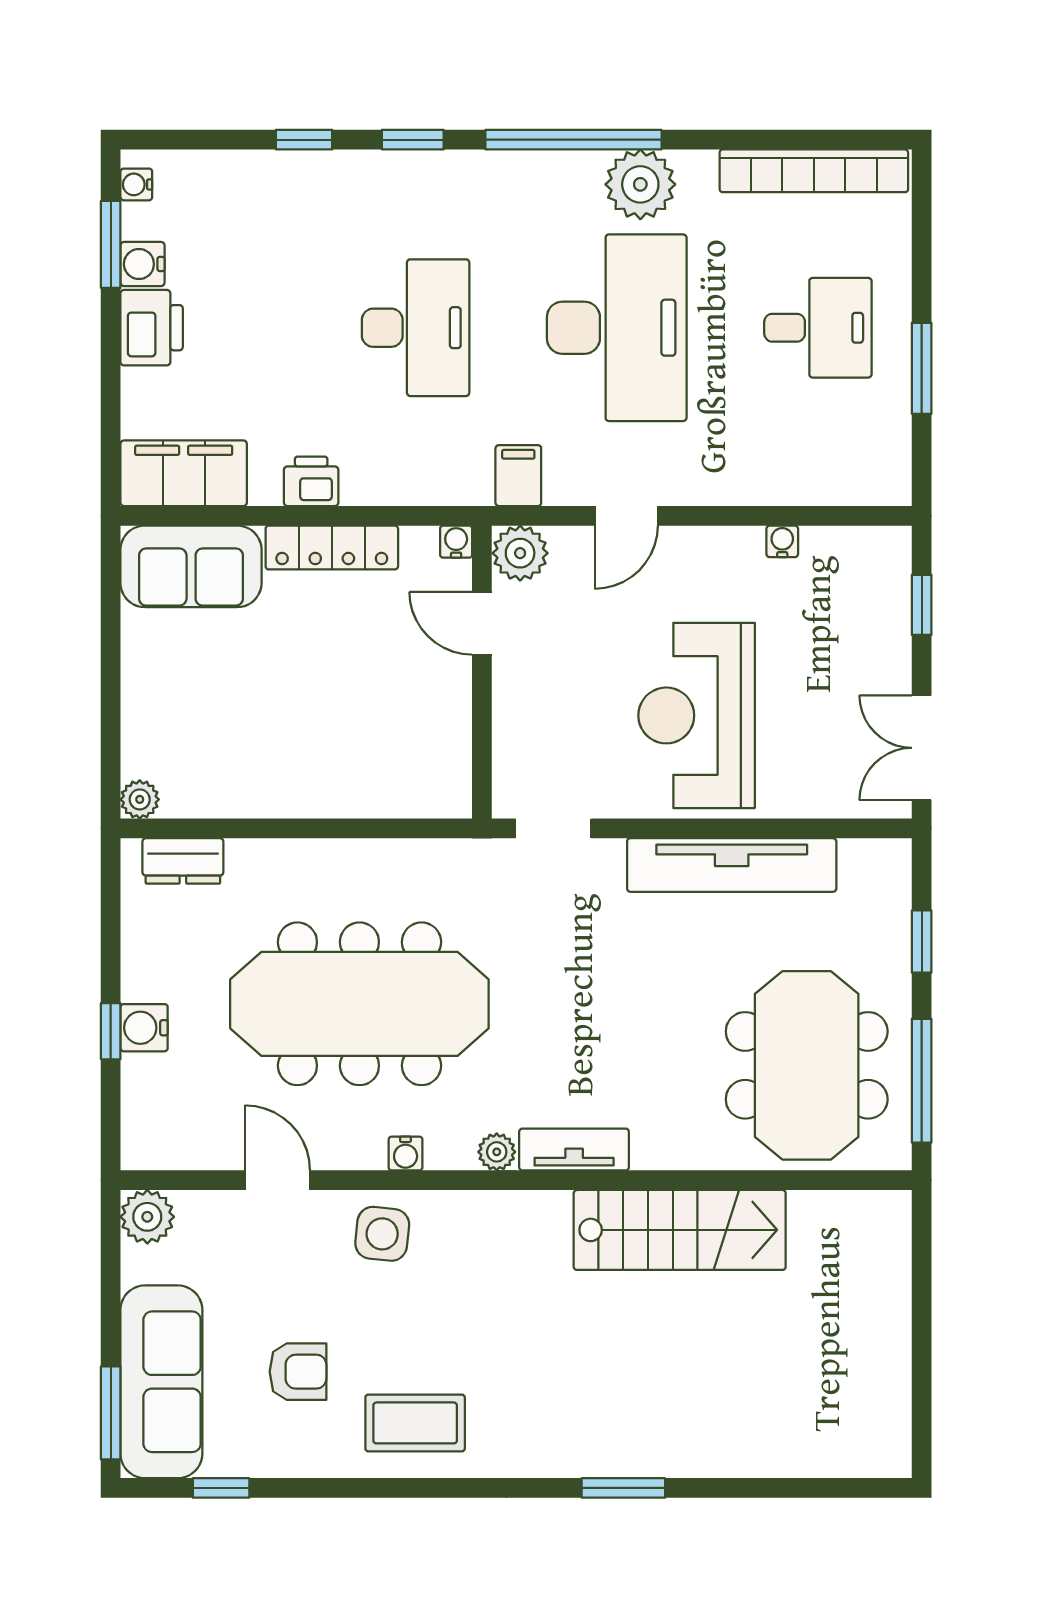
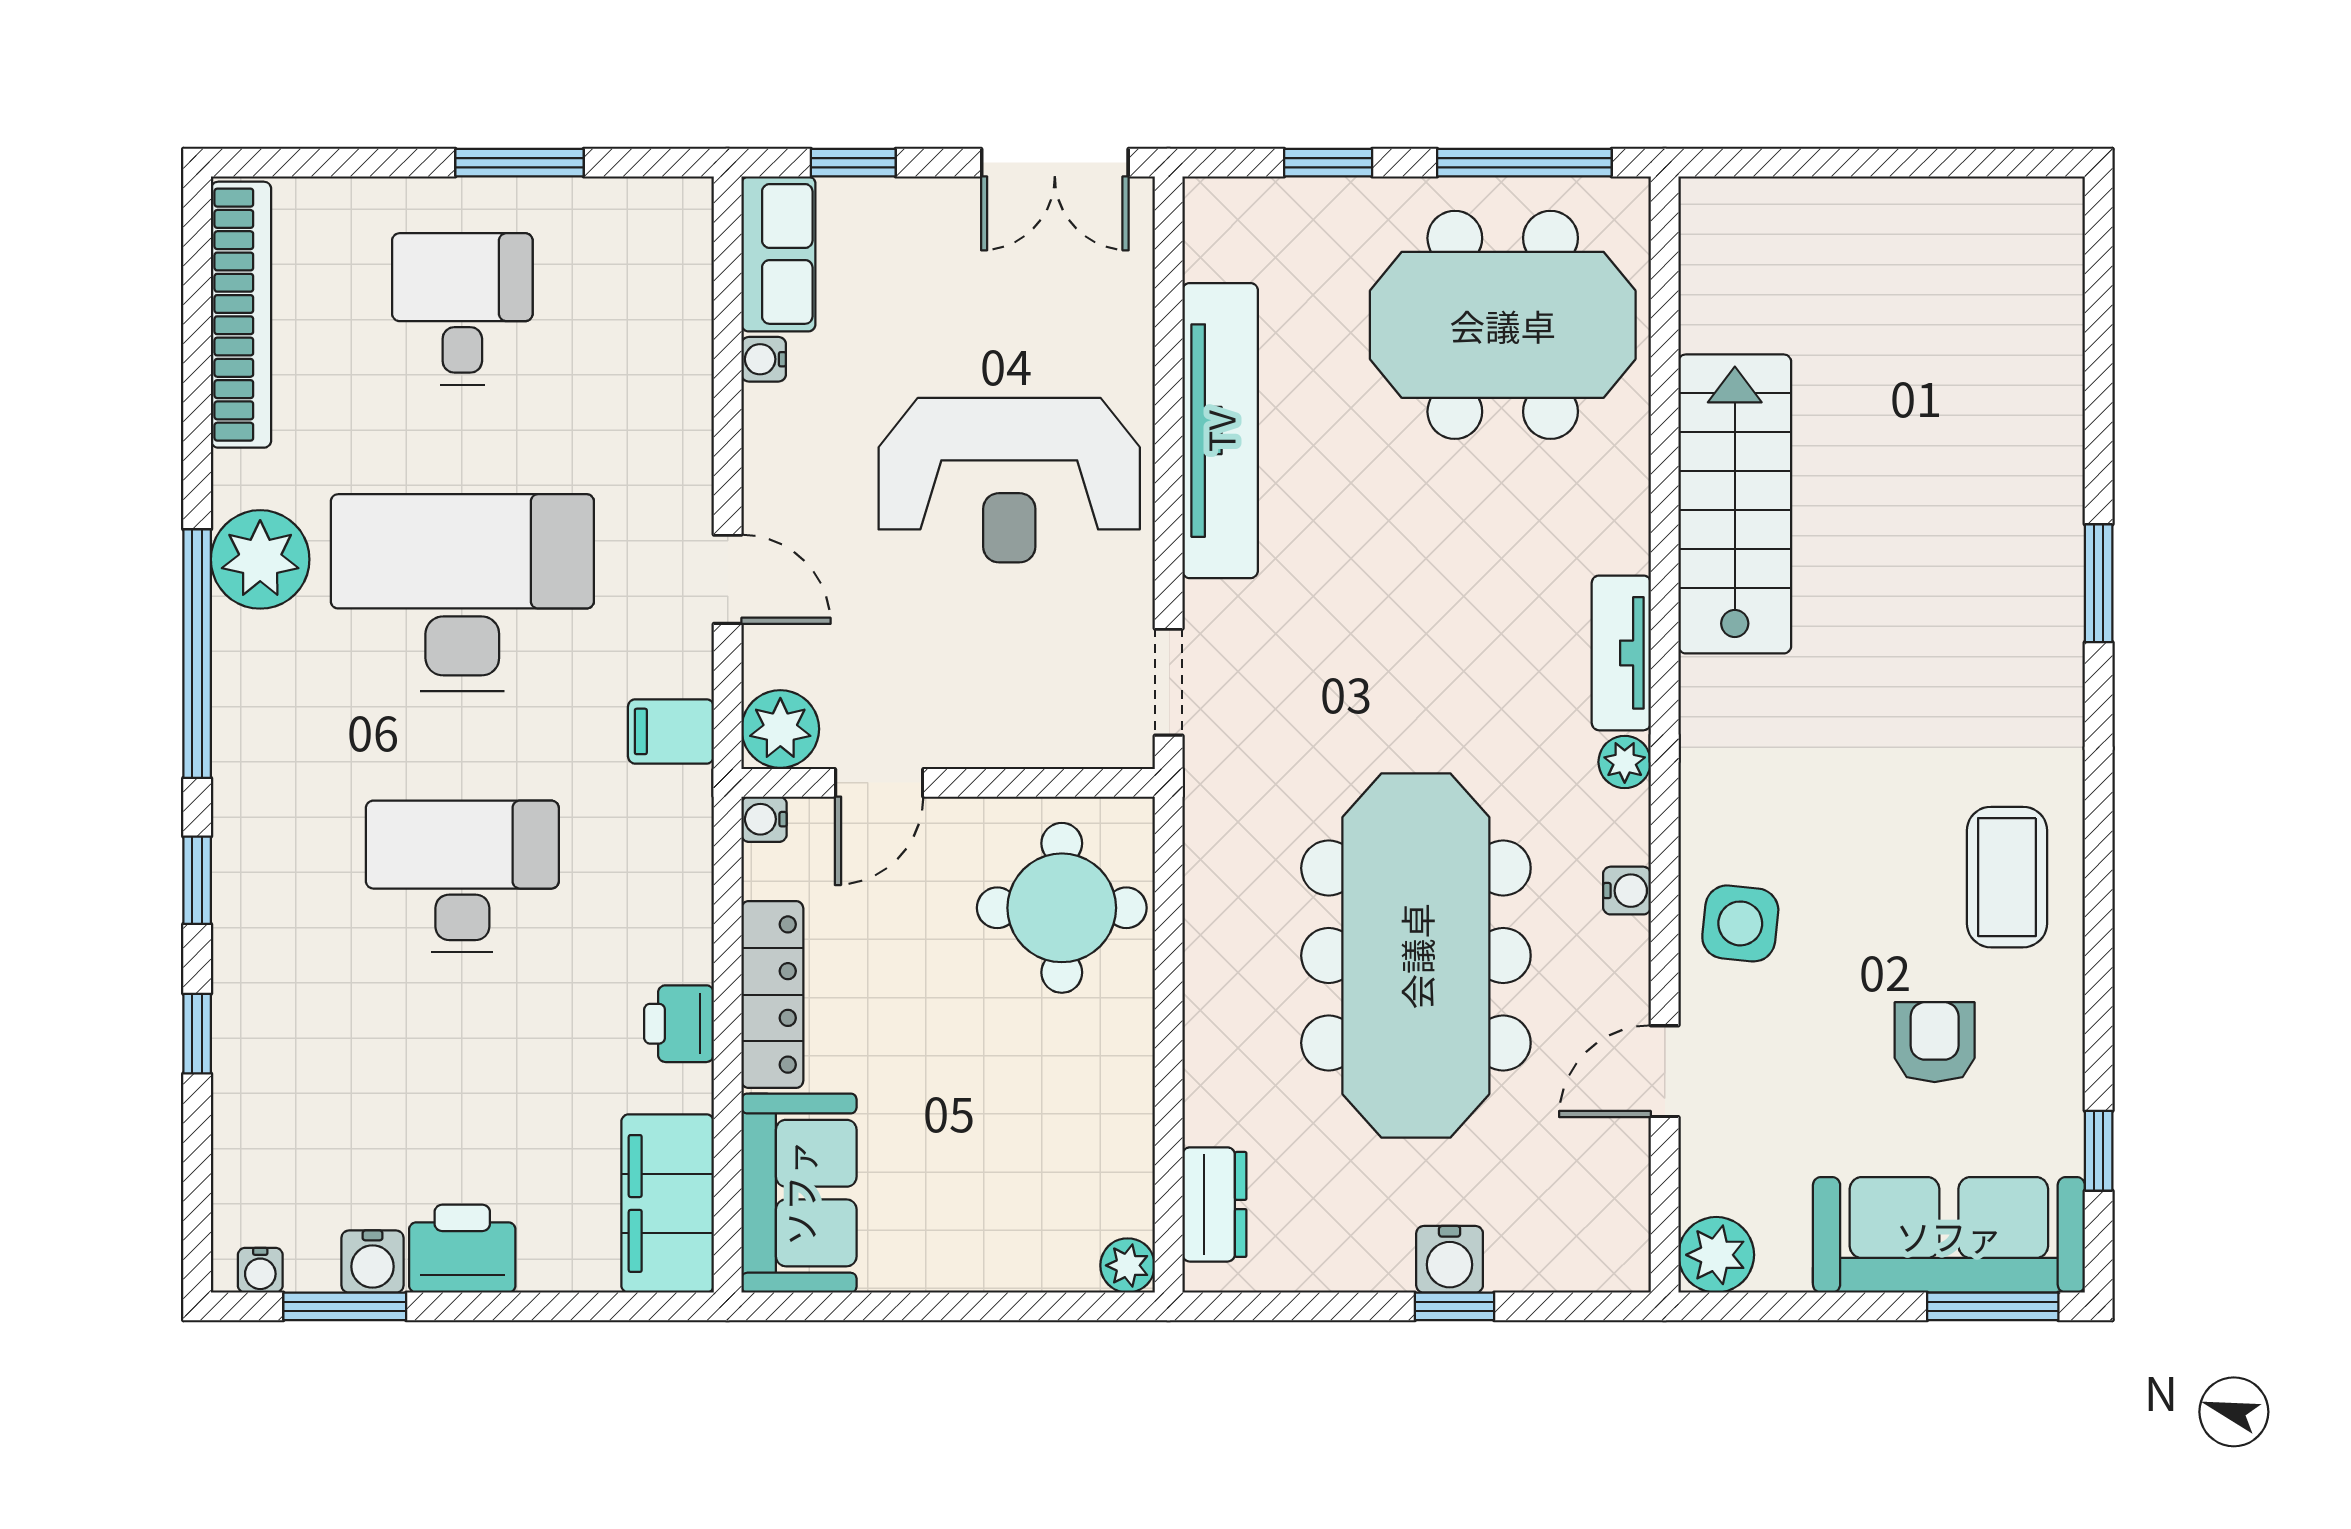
row of seats: (857, 552) -> (778, 254), added
round table: (393, 753) -> (1062, 908), added

